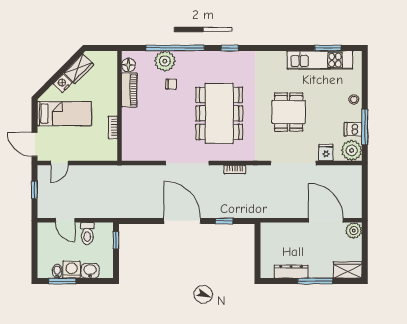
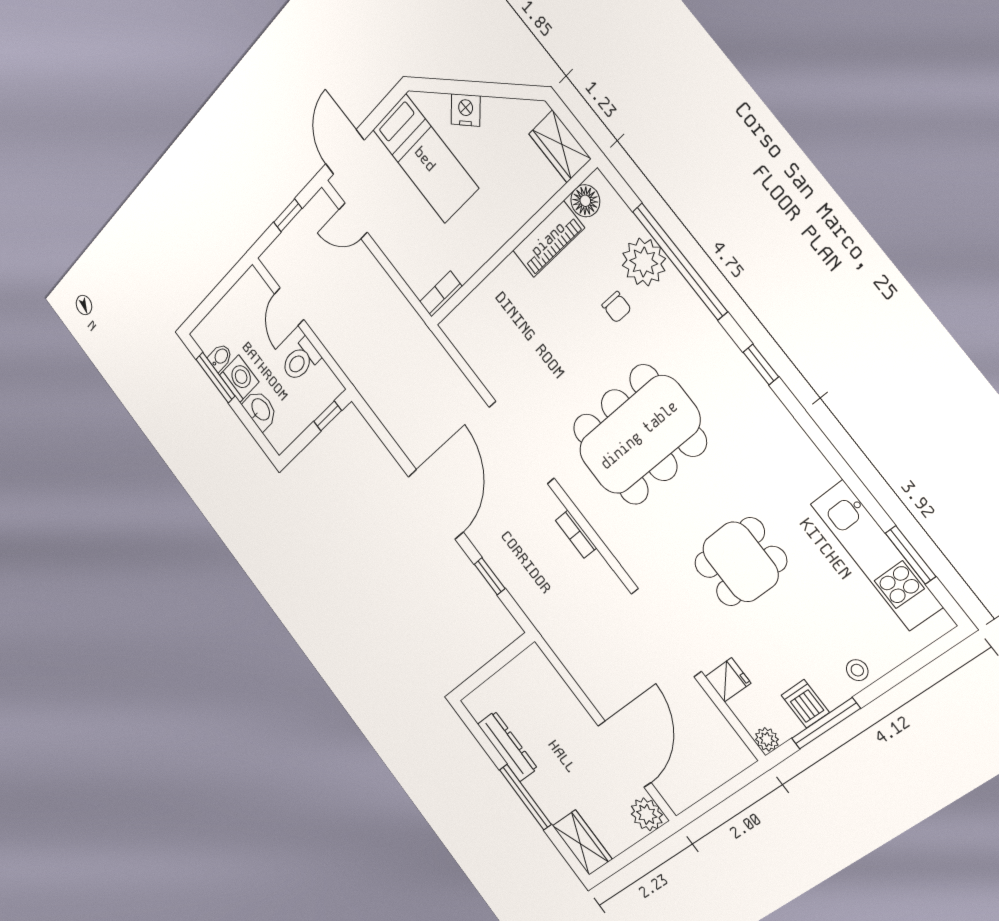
wardrobe: (79, 69) -> (560, 146), moved, turned 45
bookcase: (113, 127) -> (441, 294), moved
plant: (352, 150) -> (767, 739), width x0.53, depth x0.53

